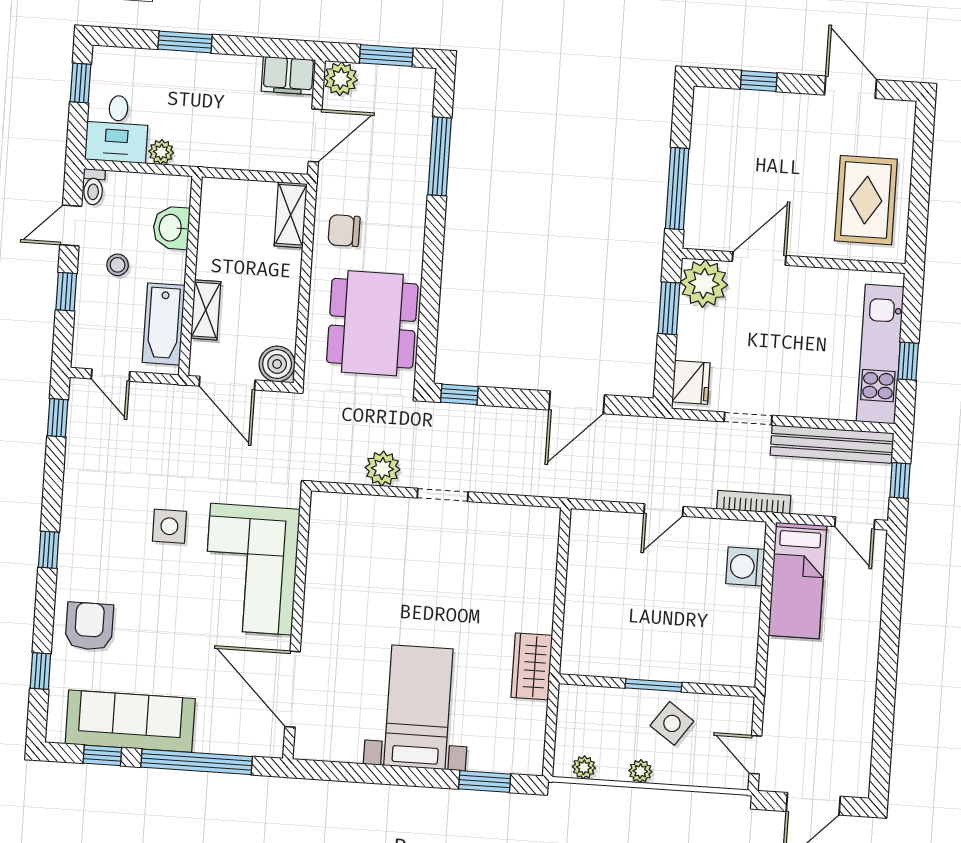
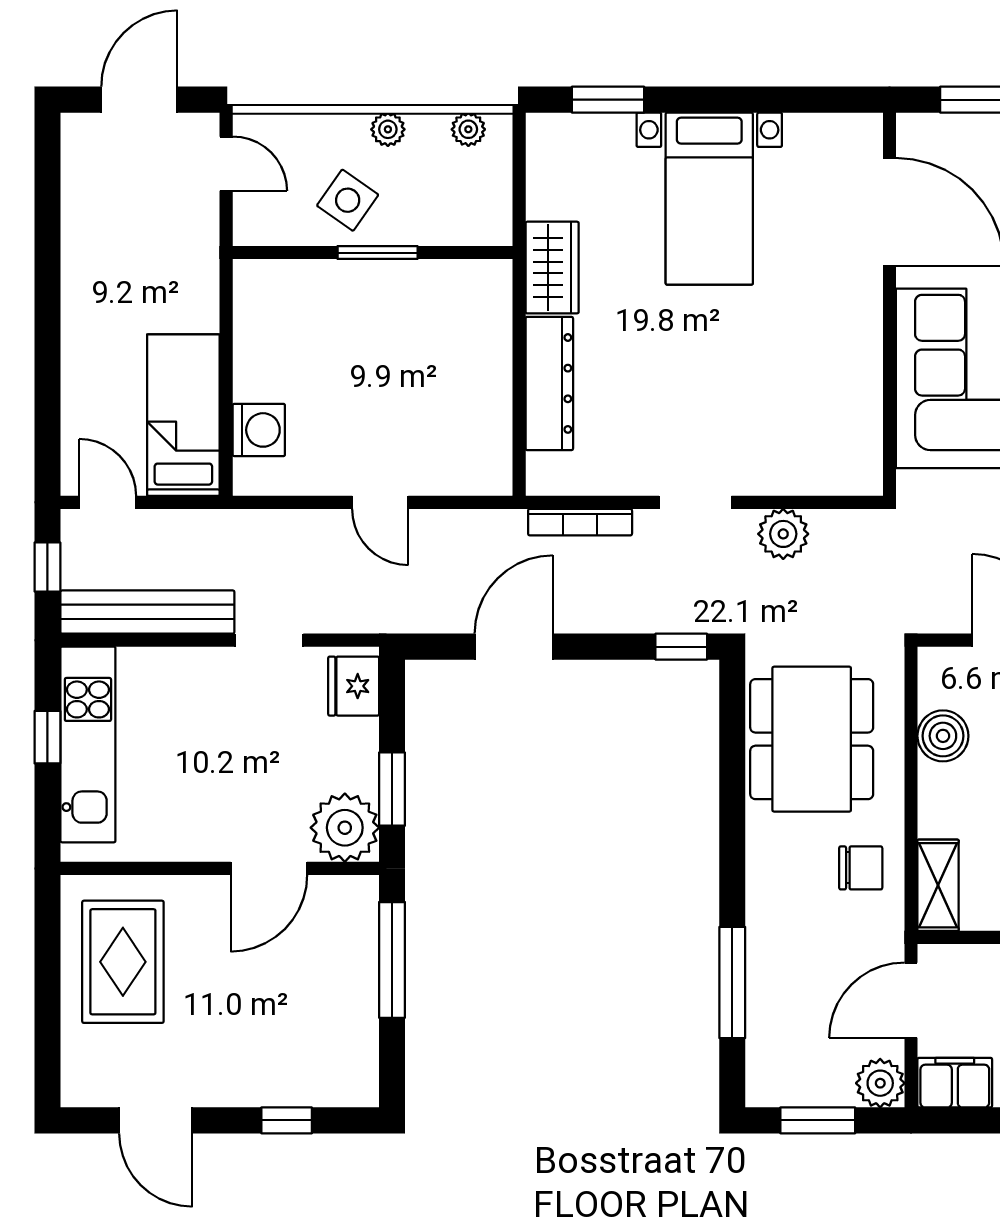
boiler: (277, 364) -> (943, 736), moved
bookcase: (754, 502) -> (580, 522), moved
door: (664, 510) -> (380, 502), swing flipped
dresser: (539, 585) -> (549, 383), added

